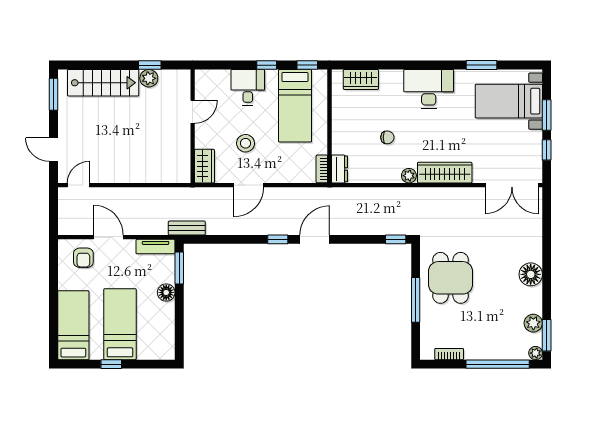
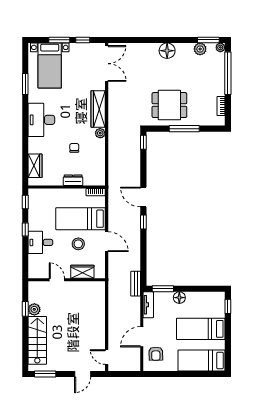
bed: (295, 106) -> (81, 219), moved, turned 180
wardrobe: (204, 166) -> (82, 272), moved
dresser: (340, 169) -> (73, 180), moved
armchair: (83, 258) -> (156, 354), turned 89
window: (111, 364) -> (228, 306), moved

